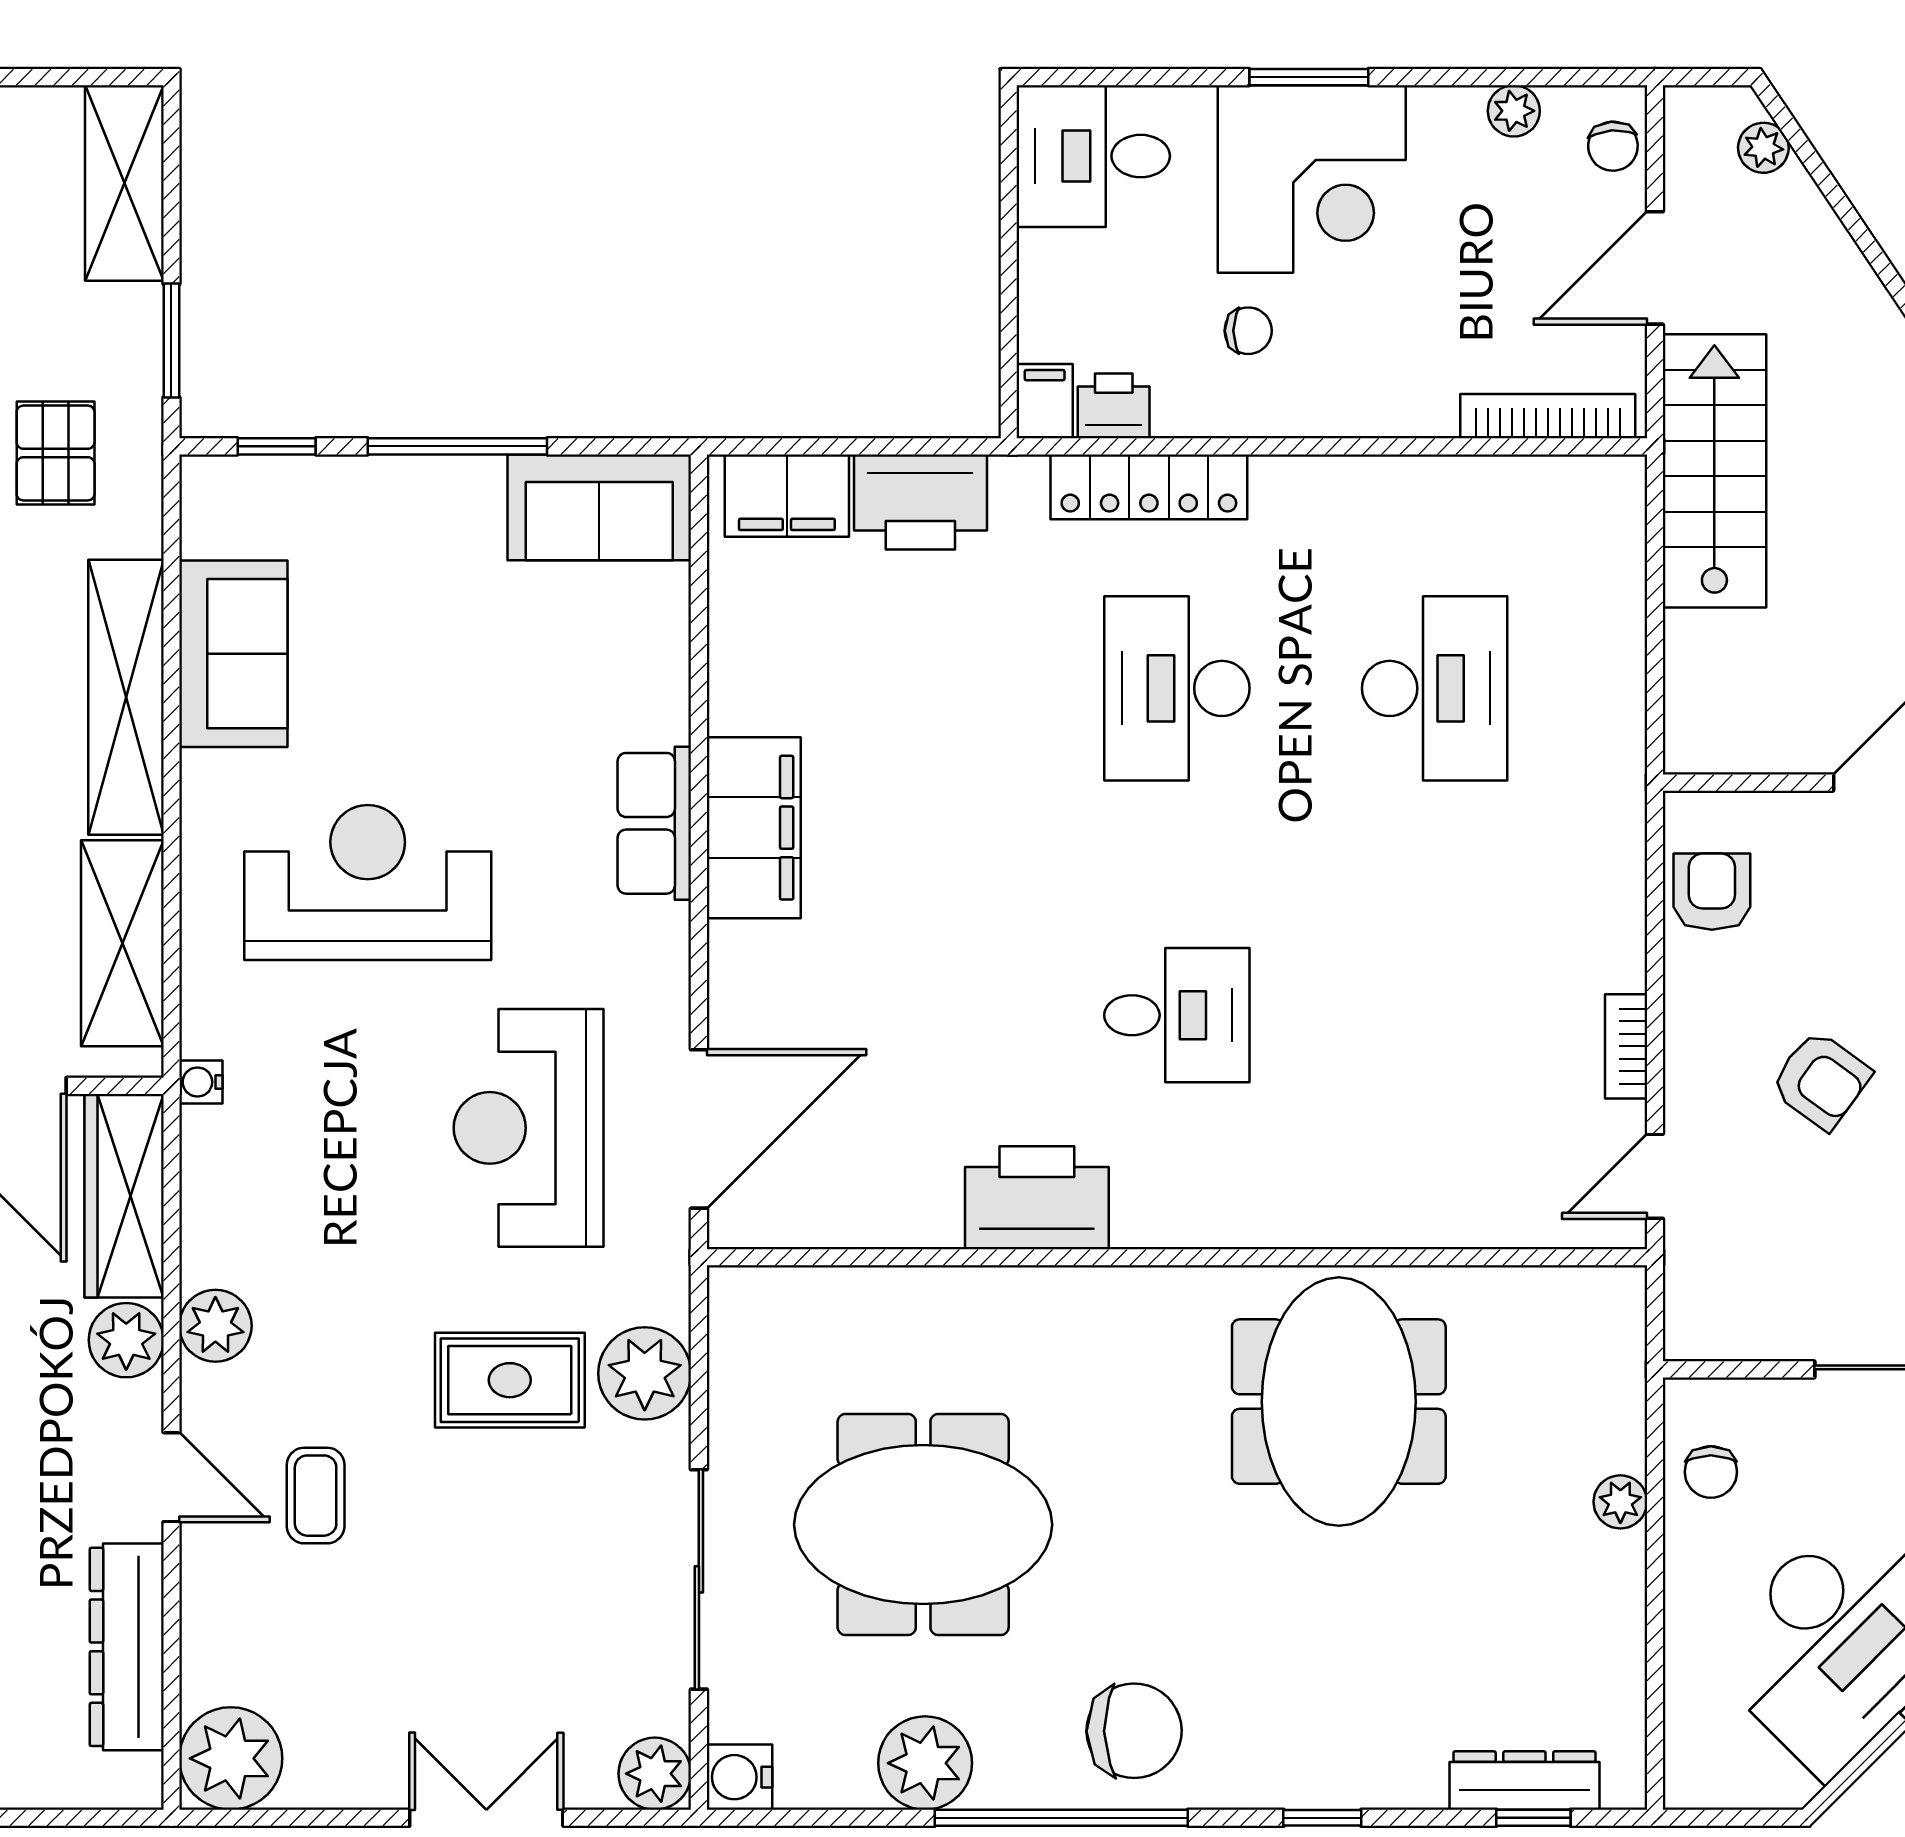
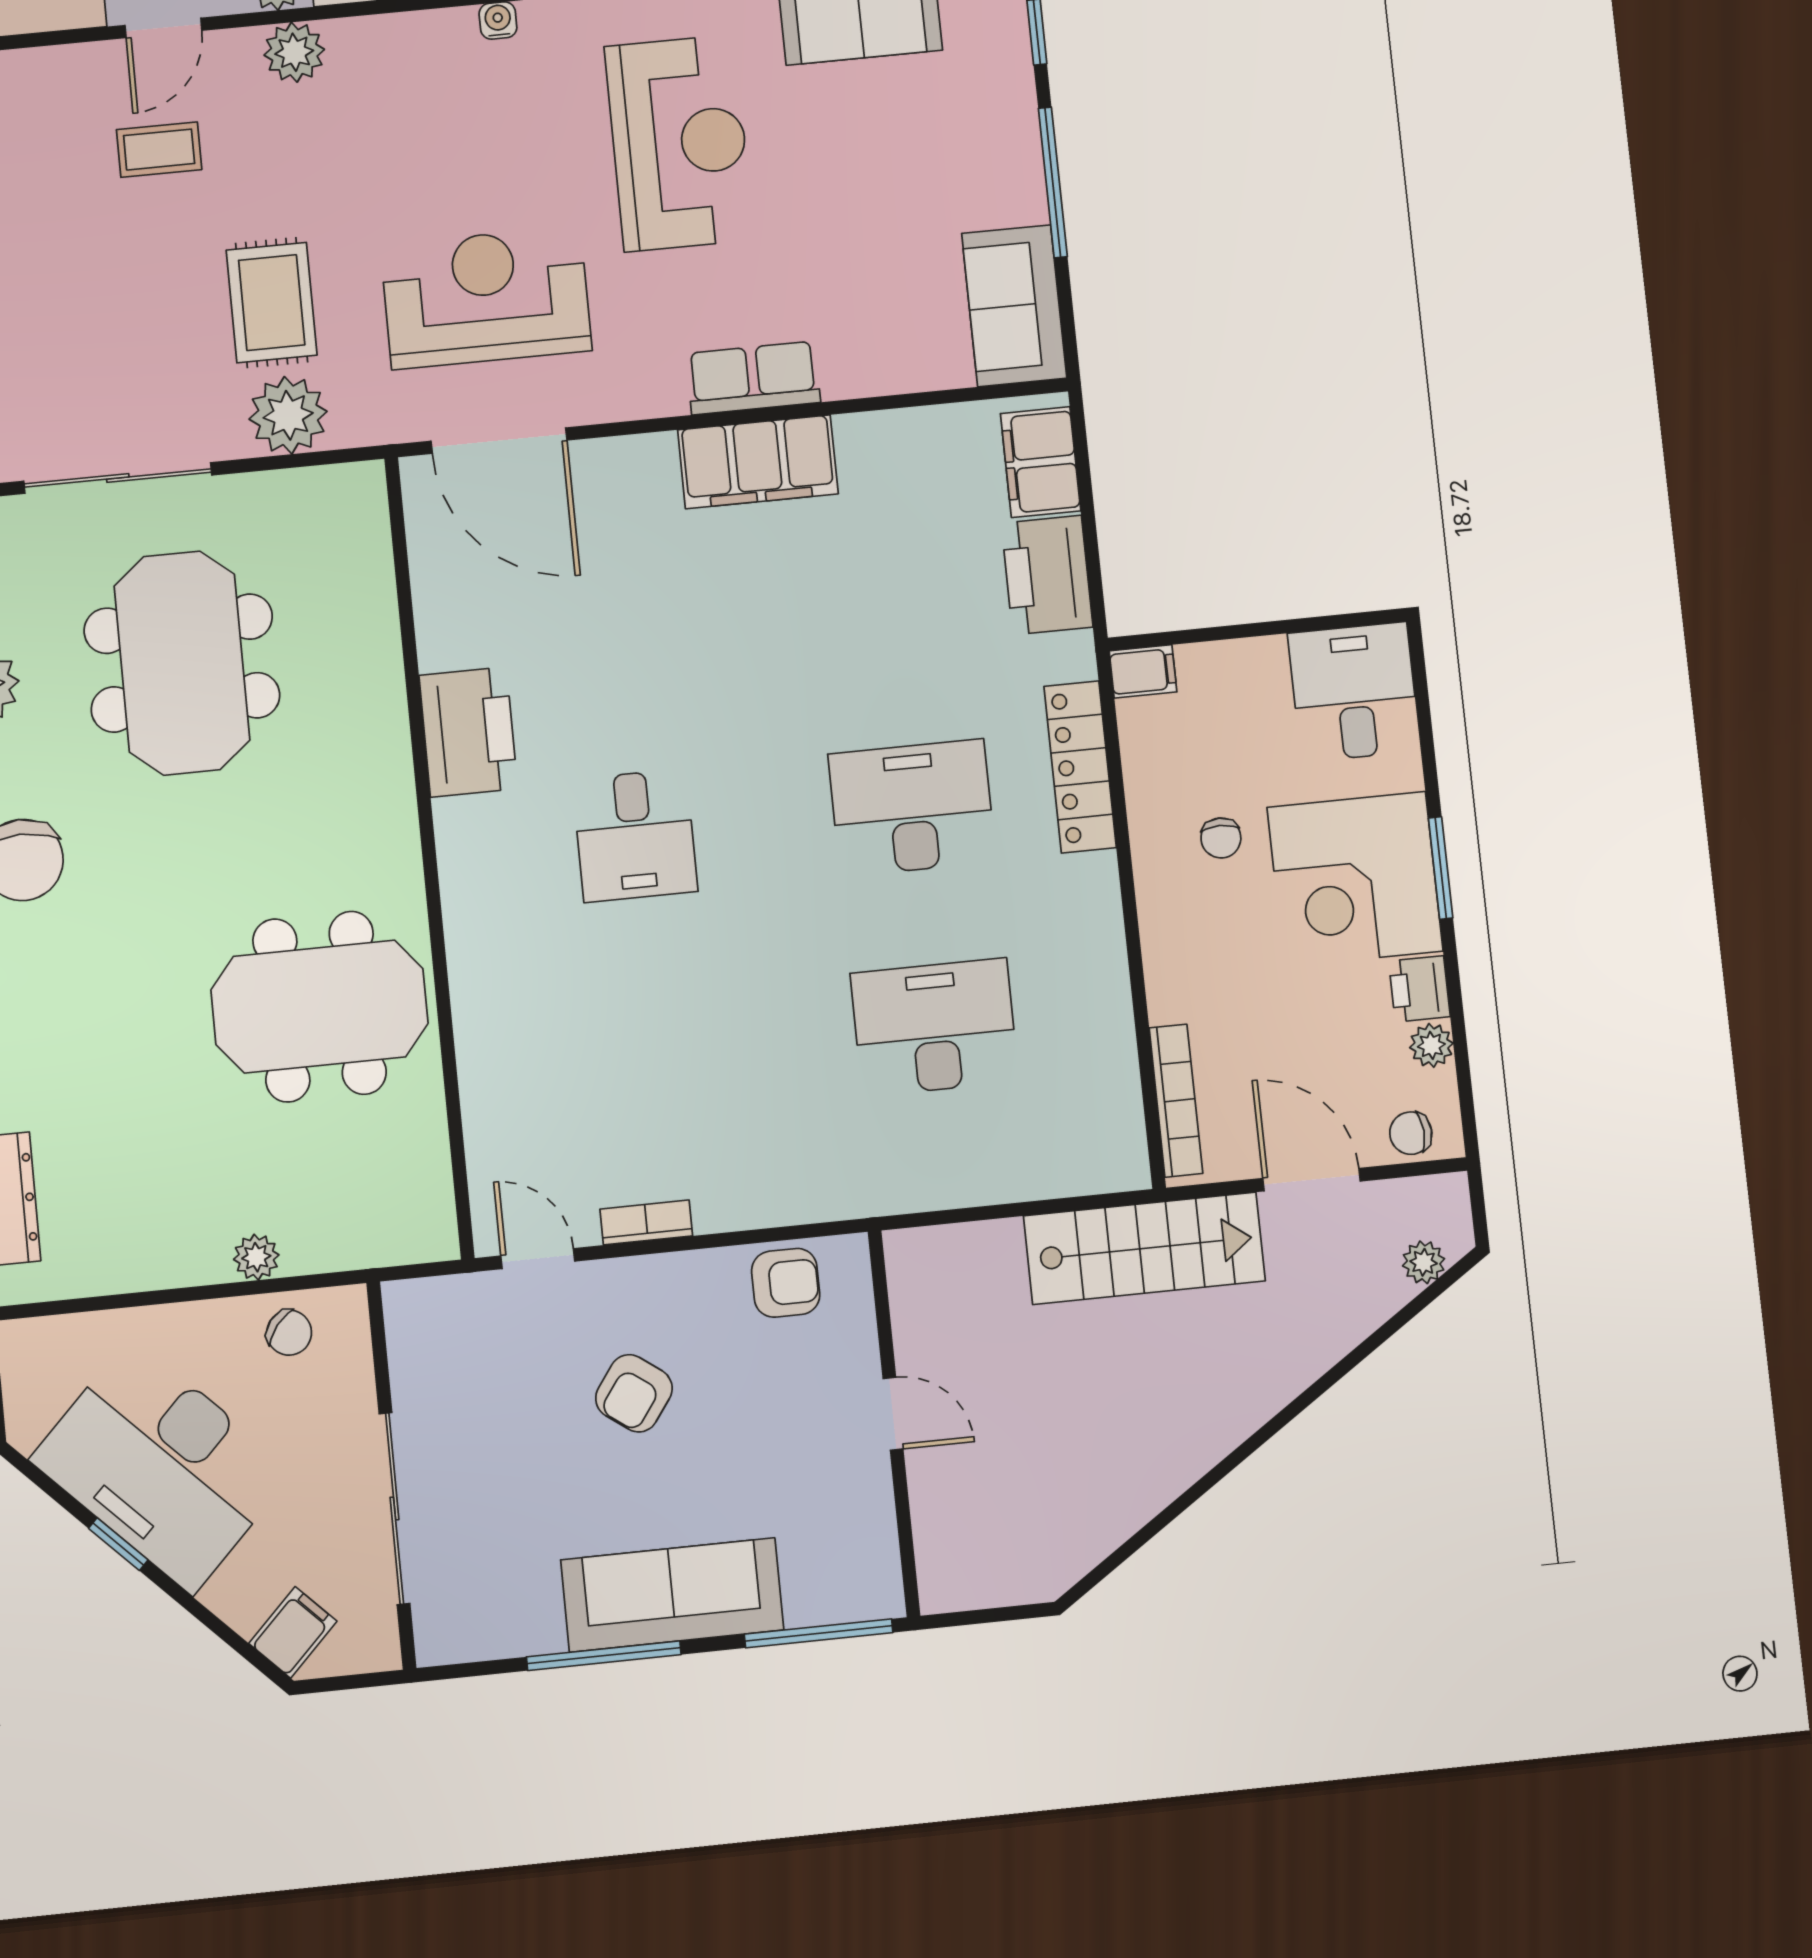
printer: (1114, 406) -> (1419, 989), moved, turned 180
desk: (1435, 688) -> (935, 1027), turned 180
chair: (1711, 1472) -> (289, 1333), turned -141

